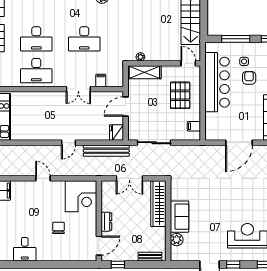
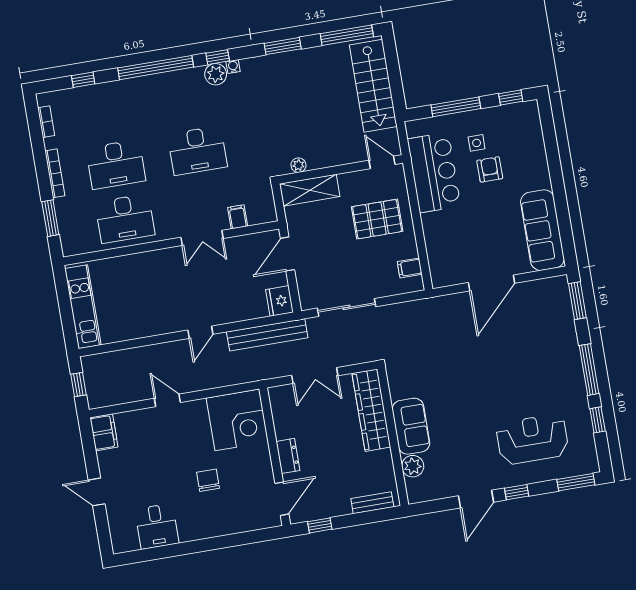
bar counter: (217, 82) -> (434, 173), width x0.73
pallet: (180, 95) -> (377, 219), turned 90

